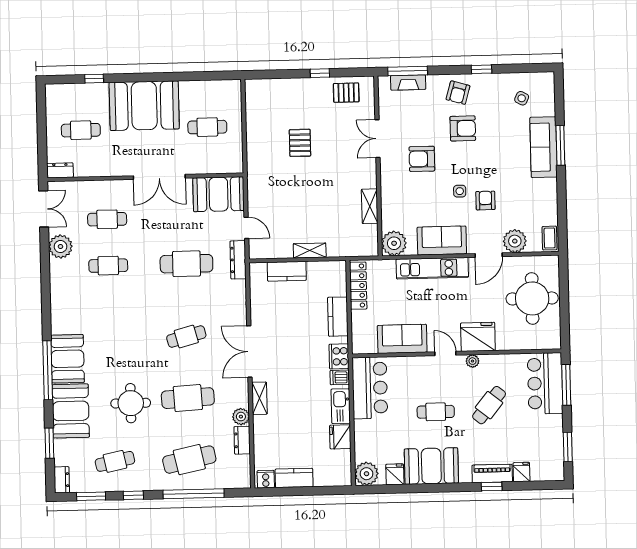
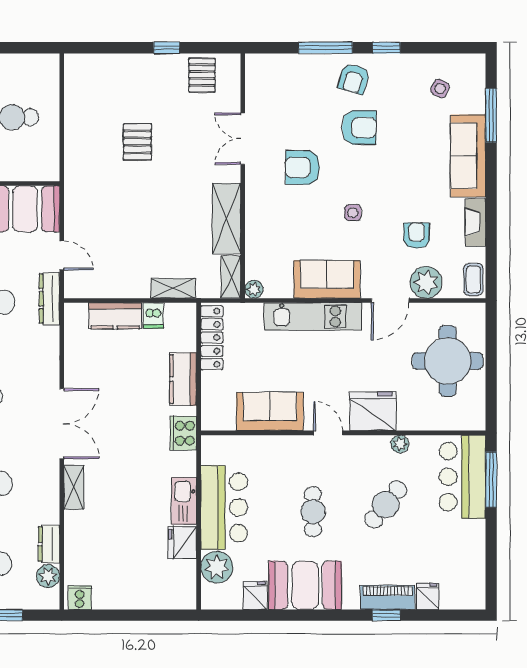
window: (408, 71) -> (325, 48), moved
fireplace: (408, 82) -> (475, 222), moved, turned 90
pallet: (346, 93) -> (202, 75), turned 90
window: (560, 145) -> (491, 115), moved
armchair: (485, 201) -> (417, 236), moved
shelving: (370, 206) -> (226, 218), width x1.50, depth x1.33
shelving: (371, 241) -> (231, 277), added
plant: (394, 243) -> (254, 289), width x0.53, depth x0.53
shelving: (310, 250) -> (173, 288), moved
double door: (249, 352) -> (62, 424), swing flipped
plant: (472, 361) -> (400, 444), moved
dishwasher: (340, 377) -> (153, 316), moved, turned -90
bar counter: (370, 388) -> (224, 507), moved
cafe table: (436, 412) -> (313, 512), turned 90
plant: (241, 417) -> (48, 576), moved
window: (568, 447) -> (491, 564), removed
plant: (366, 474) -> (217, 567), moved
kitchen counter: (294, 478) -> (118, 597), removed

